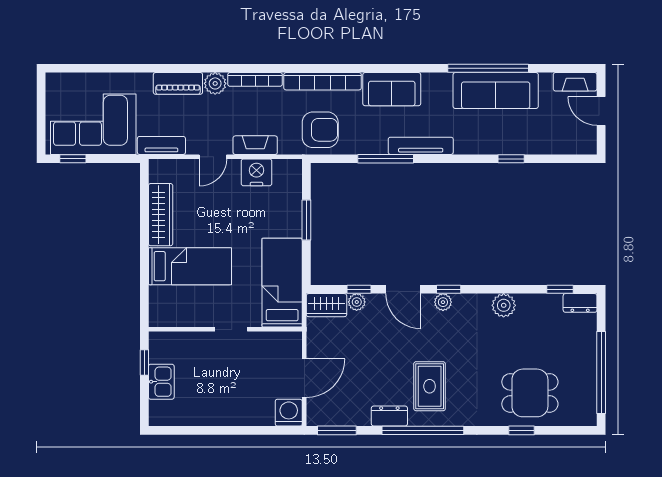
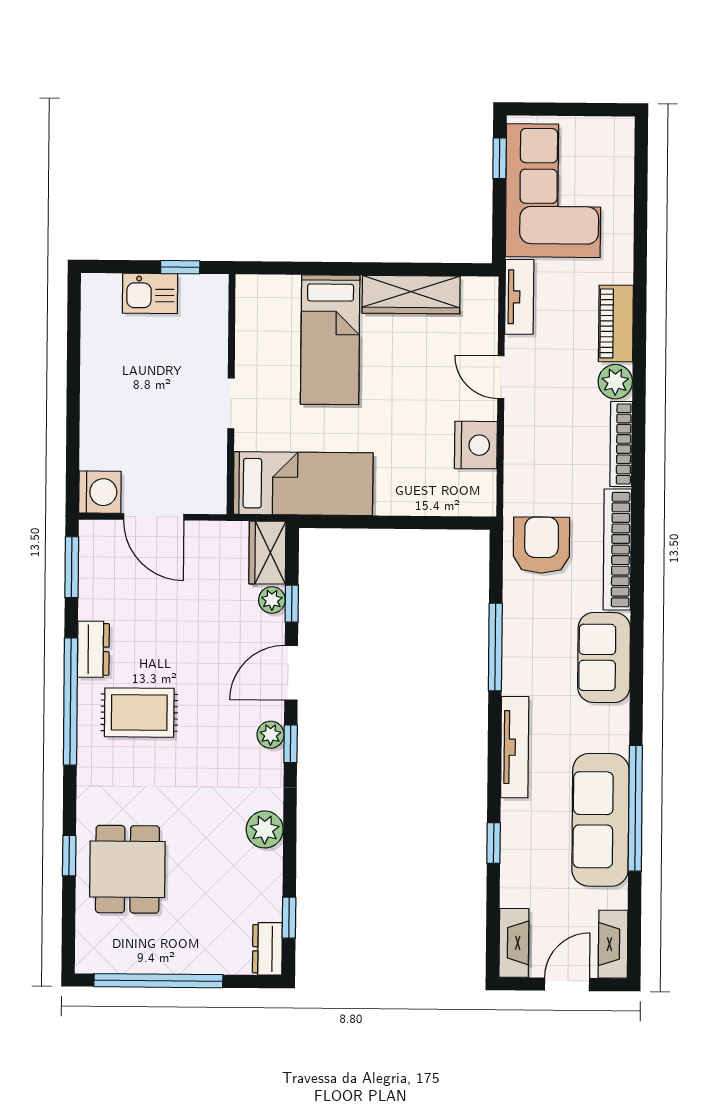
armchair: (320, 130) -> (541, 545), turned 180
fireplace: (255, 145) -> (514, 943), moved
tv unit: (421, 146) -> (515, 747), moved
window: (306, 220) -> (401, 522), removed

